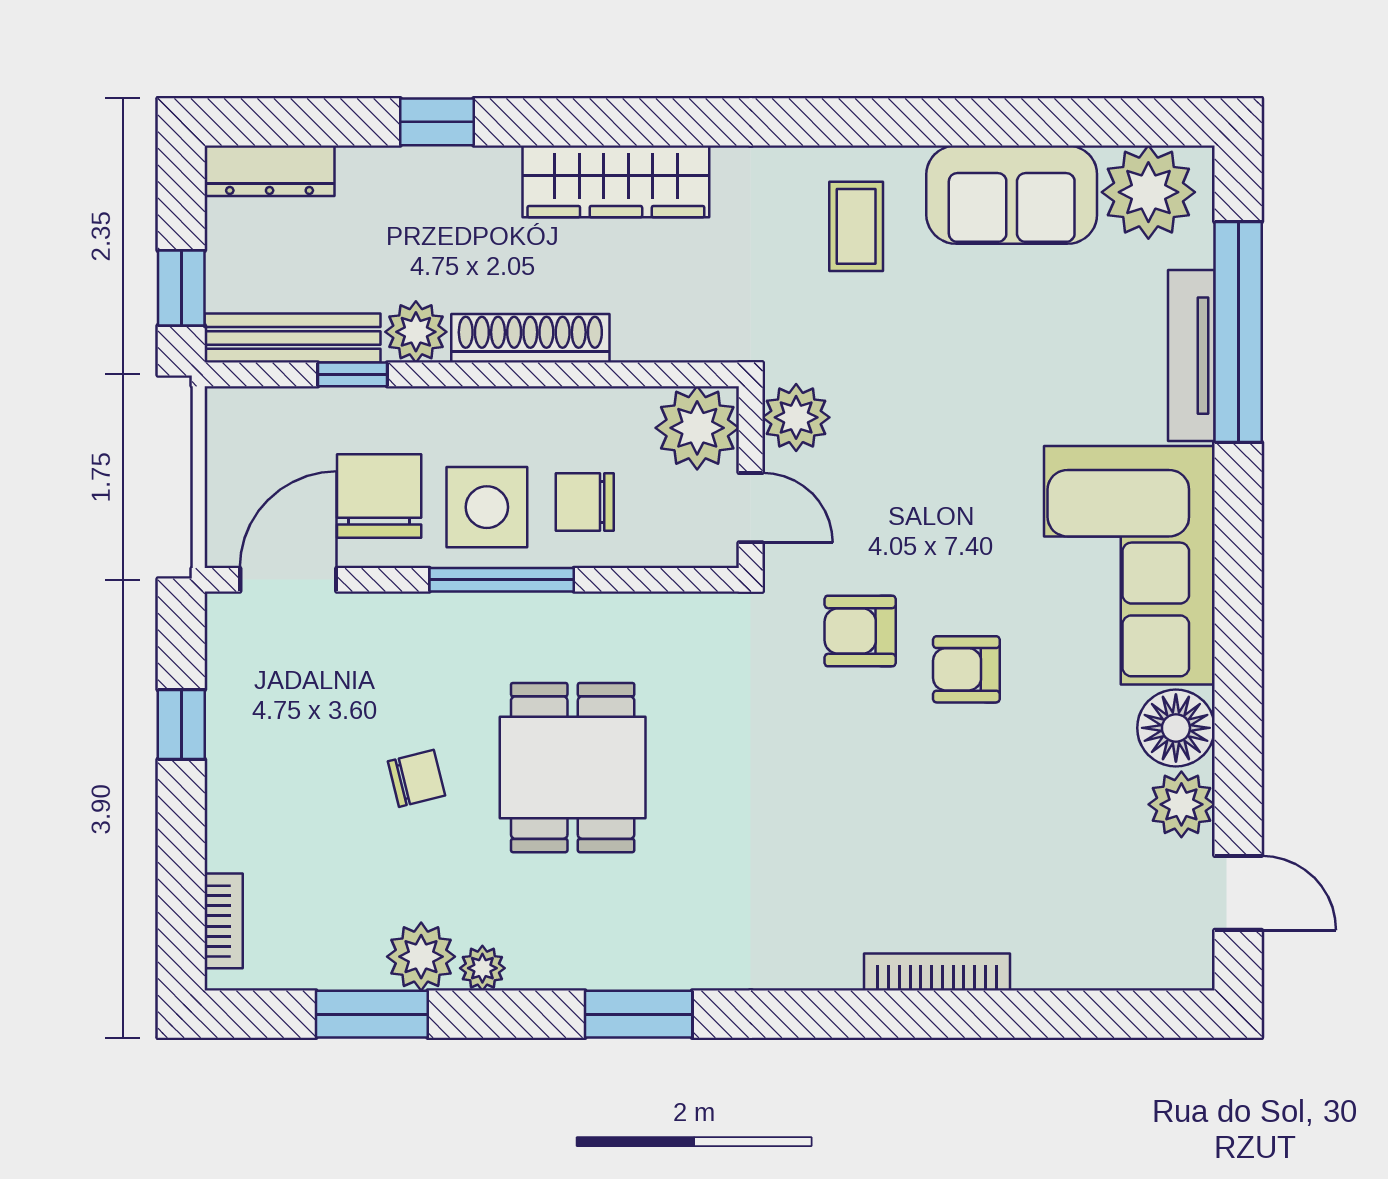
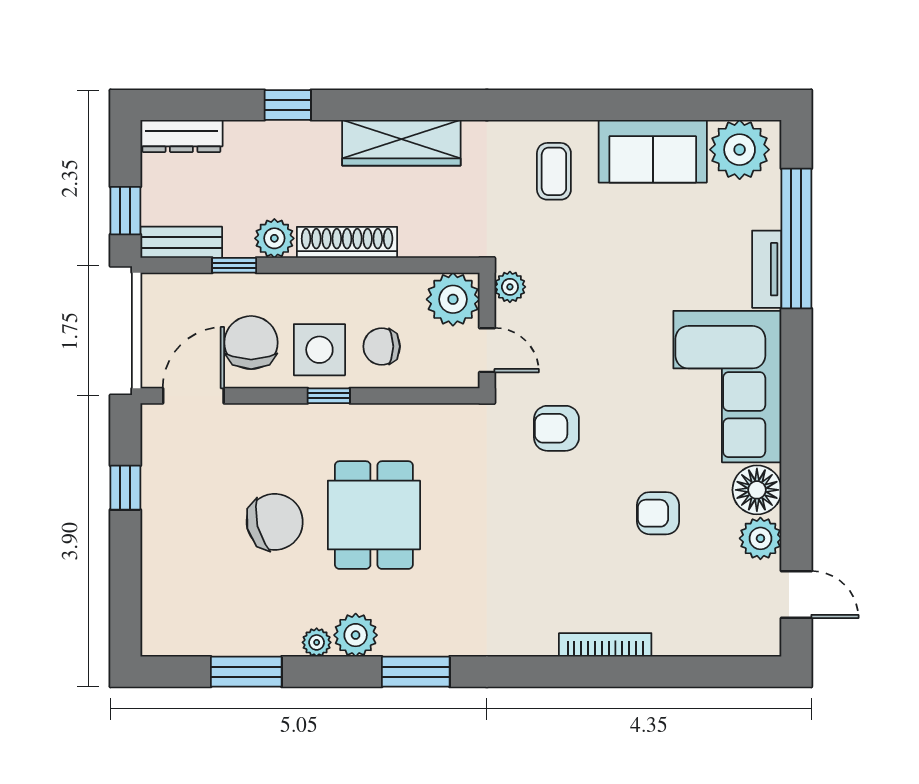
bench: (293, 338) -> (181, 242), width x0.73
tv unit: (1191, 356) -> (767, 269), width x0.71
plant: (796, 417) -> (510, 287), width x0.73, depth x0.73
window: (502, 580) -> (329, 396), width x0.46
armchair: (966, 669) -> (658, 513), moved
chair: (416, 778) -> (275, 522), width x1.87, depth x1.87
bookcase: (224, 921) -> (152, 612), removed
plant: (421, 957) -> (356, 635), moved

